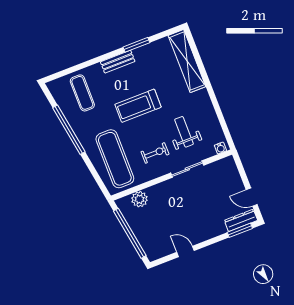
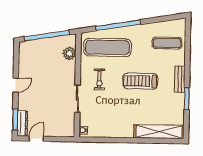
treadmill: (138, 106) -> (140, 81), turned -90
window: (69, 130) -> (118, 25), moved
weight bench: (184, 132) -> (107, 108), removed
door: (185, 251) -> (16, 85), moved

